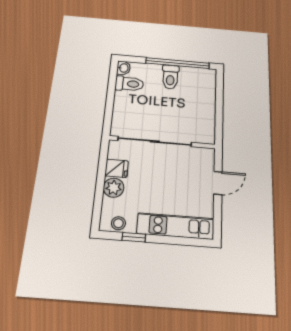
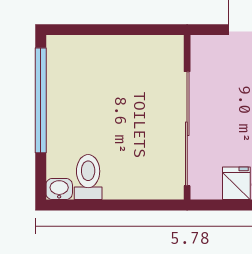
toilet: (170, 77) -> (69, 111), removed

